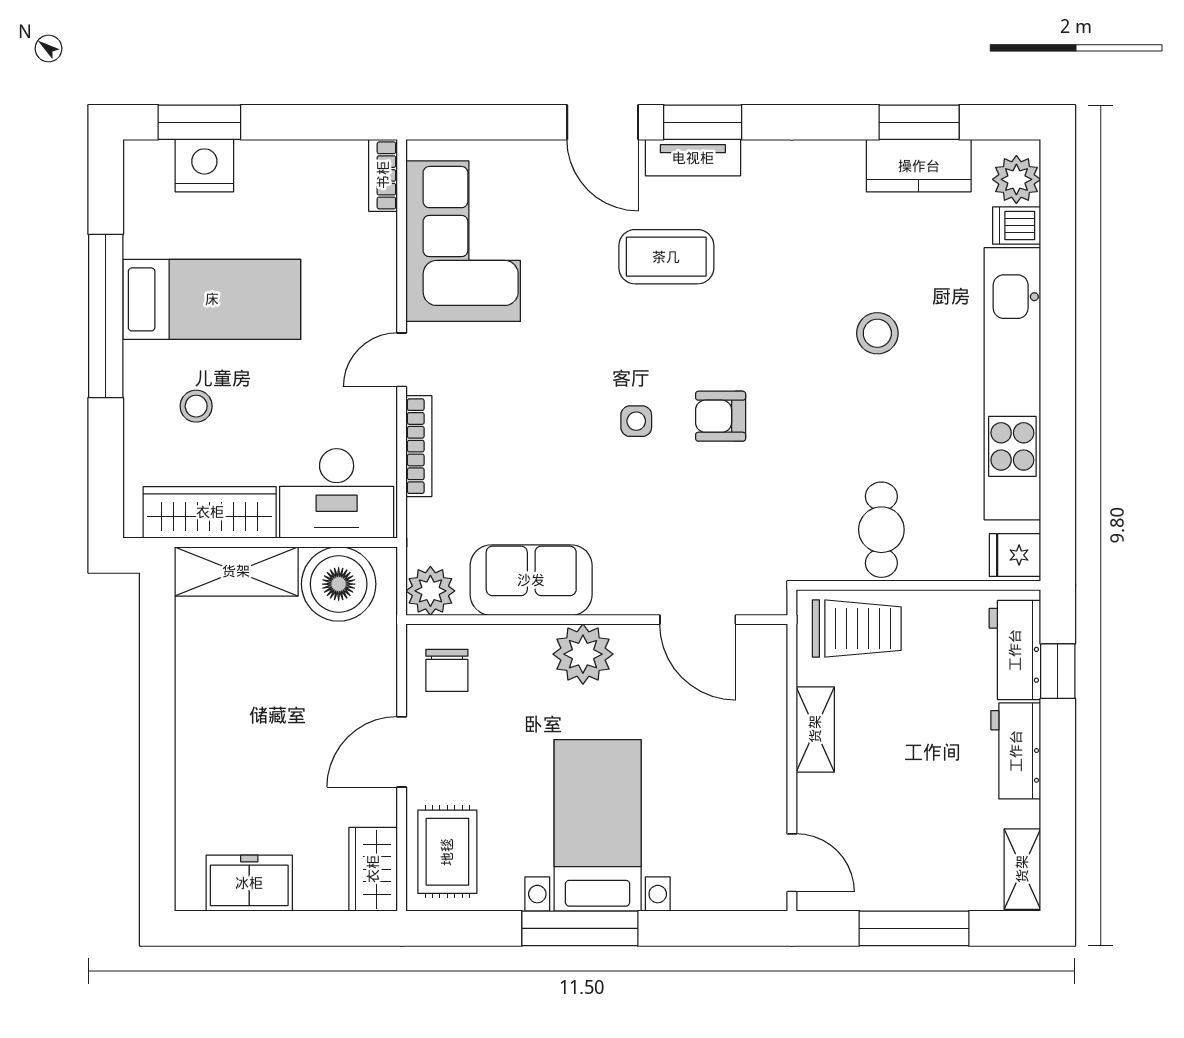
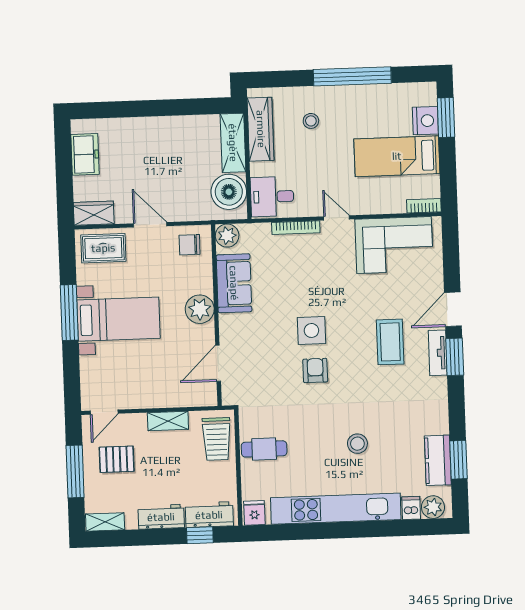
bed: (212, 299) -> (397, 156), moved, turned 90
side table: (636, 421) -> (311, 330), width x1.87, depth x1.87
desk: (337, 493) -> (272, 197), width x0.73
pallet: (892, 840) -> (117, 459), added

